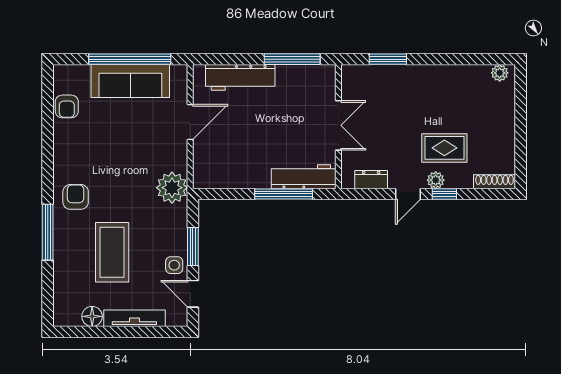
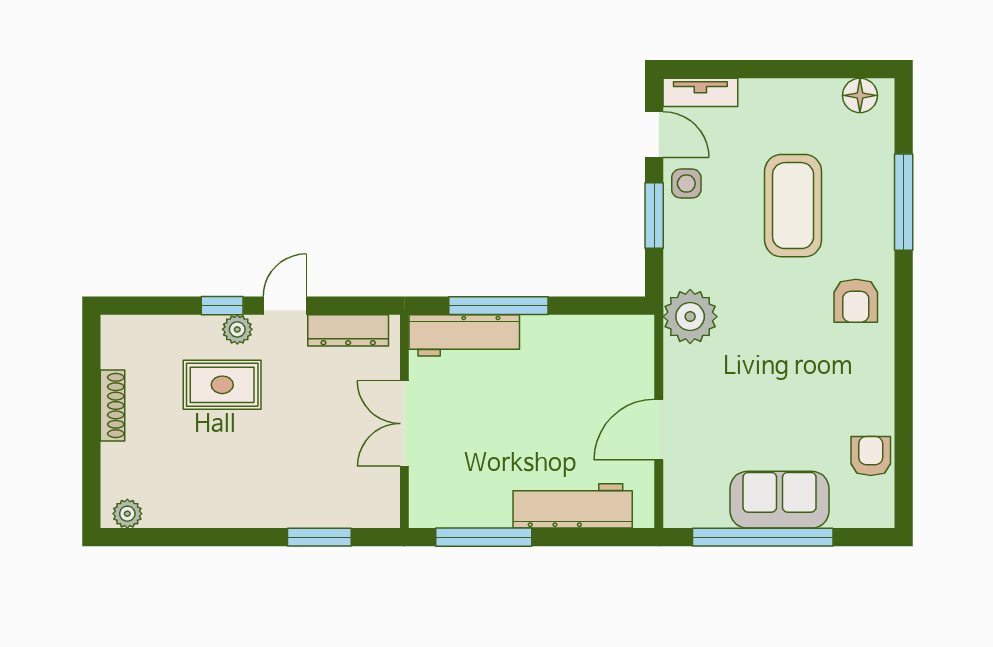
sofa: (130, 81) -> (780, 500), width x0.73
dresser: (371, 180) -> (348, 330), width x1.44
shoe rack: (495, 182) -> (113, 405), moved, turned -90
window: (48, 232) -> (904, 202), moved
floor lamp: (92, 316) -> (860, 95), moved
tv unit: (134, 318) -> (700, 92), moved, width x0.71

